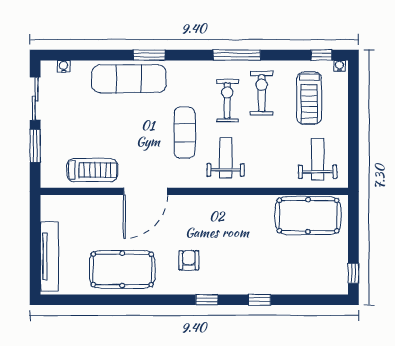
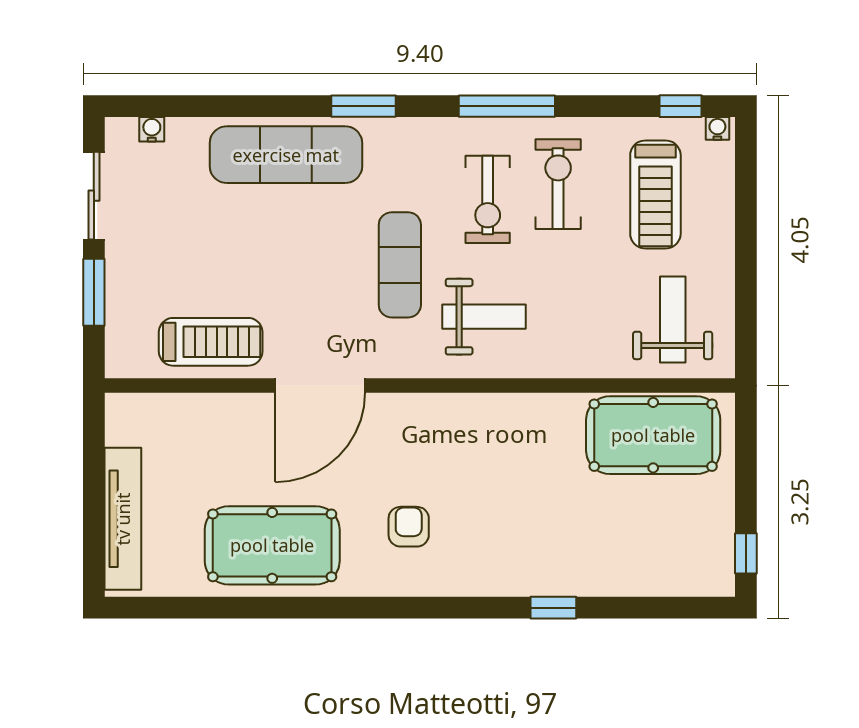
window: (149, 55) -> (363, 106), moved
exercise bike: (227, 101) -> (488, 199), turned 180
weight bench: (226, 158) -> (484, 317), turned 90
window: (207, 300) -> (446, 608), removed

